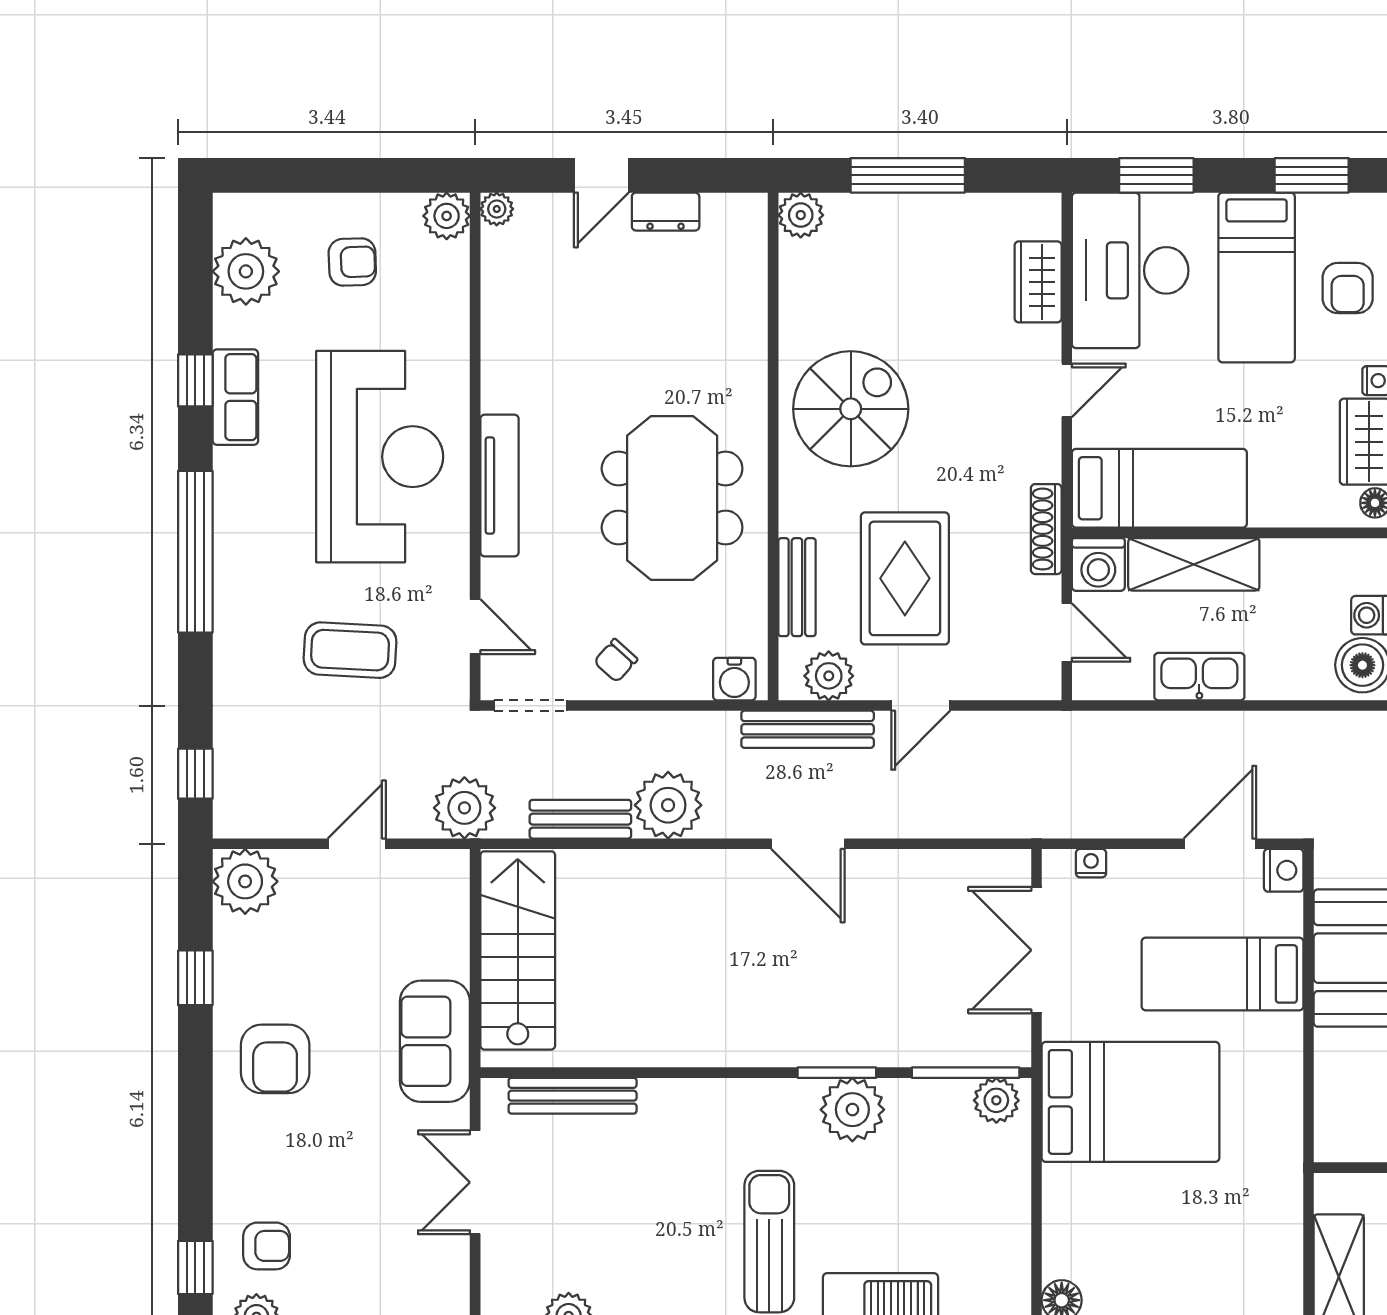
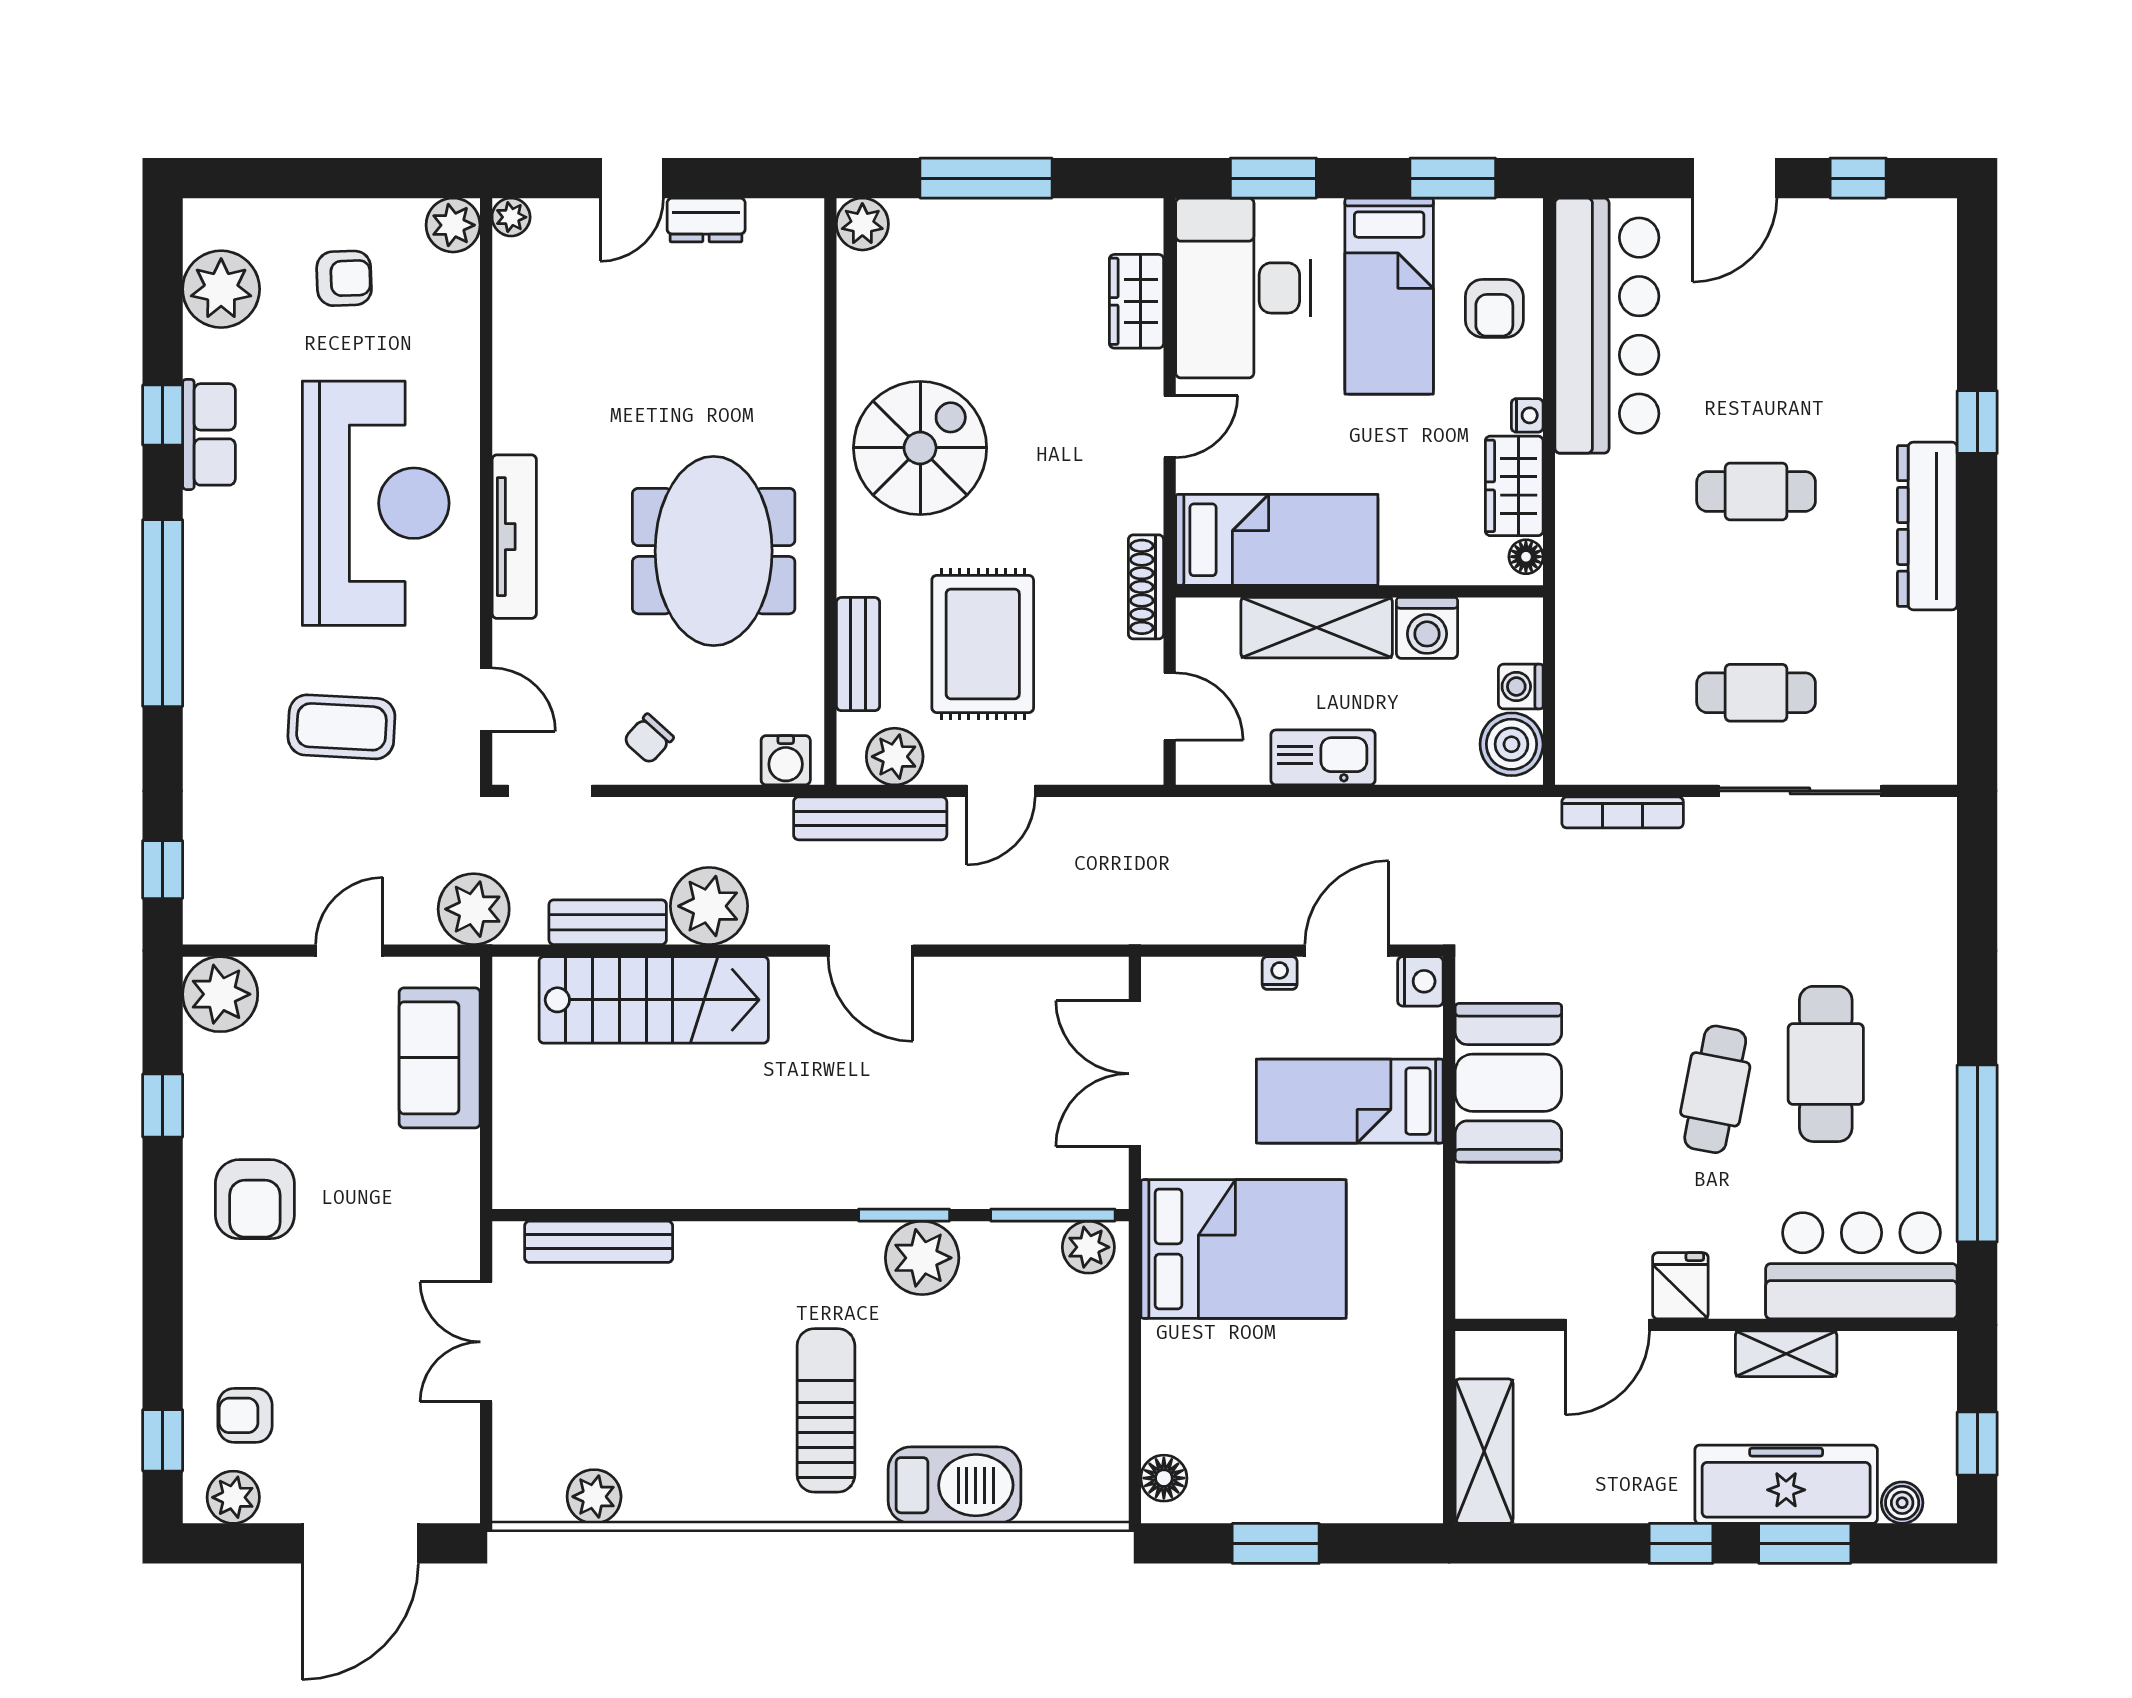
washing machine: (1098, 564) -> (1427, 628), moved
nightstand: (1091, 863) -> (1280, 973), moved
stairs: (518, 950) -> (654, 1000), moved, turned 90
sofa: (435, 1041) -> (440, 1058), moved
armchair: (267, 1246) -> (245, 1415), turned 180

